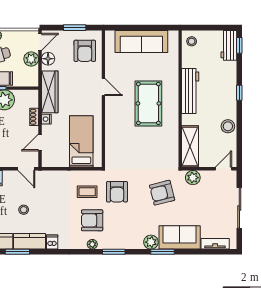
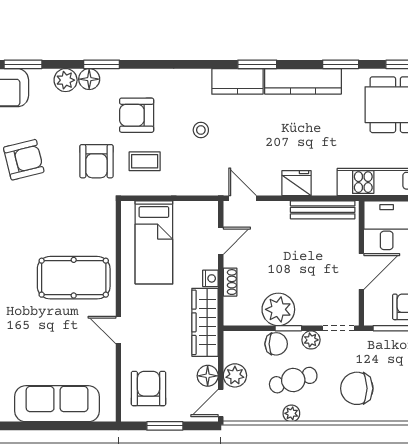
pool table: (148, 103) -> (74, 278), moved, turned 90
armchair: (117, 192) -> (96, 161), turned 180
stool: (24, 210) -> (201, 130), moved
armchair: (92, 220) -> (137, 115), turned 180
dishwasher: (52, 242) -> (201, 80), removed
plant: (151, 242) -> (66, 80), moved
floor lamp: (121, 243) -> (89, 79), added
plant: (92, 244) -> (136, 77), removed

